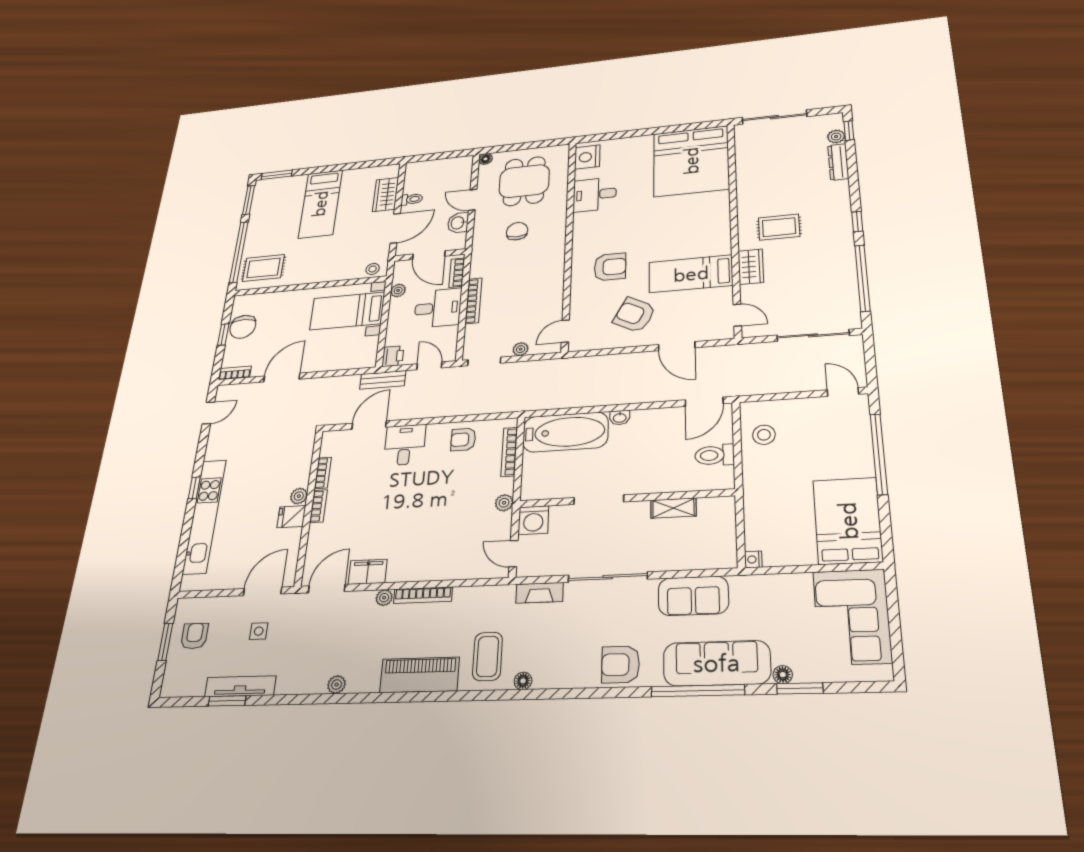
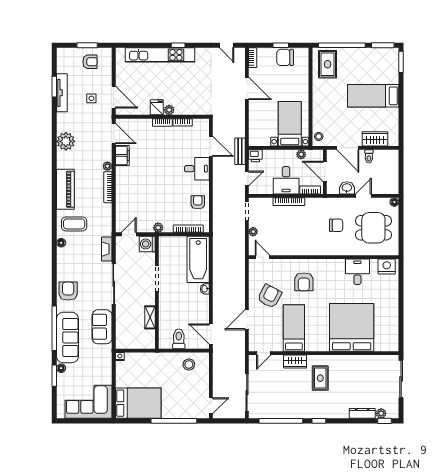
bed: (691, 161) -> (352, 327), moved, turned 90
door: (429, 255) -> (325, 171), hinge flipped
plant: (337, 685) -> (66, 141), width x1.87, depth x1.87

